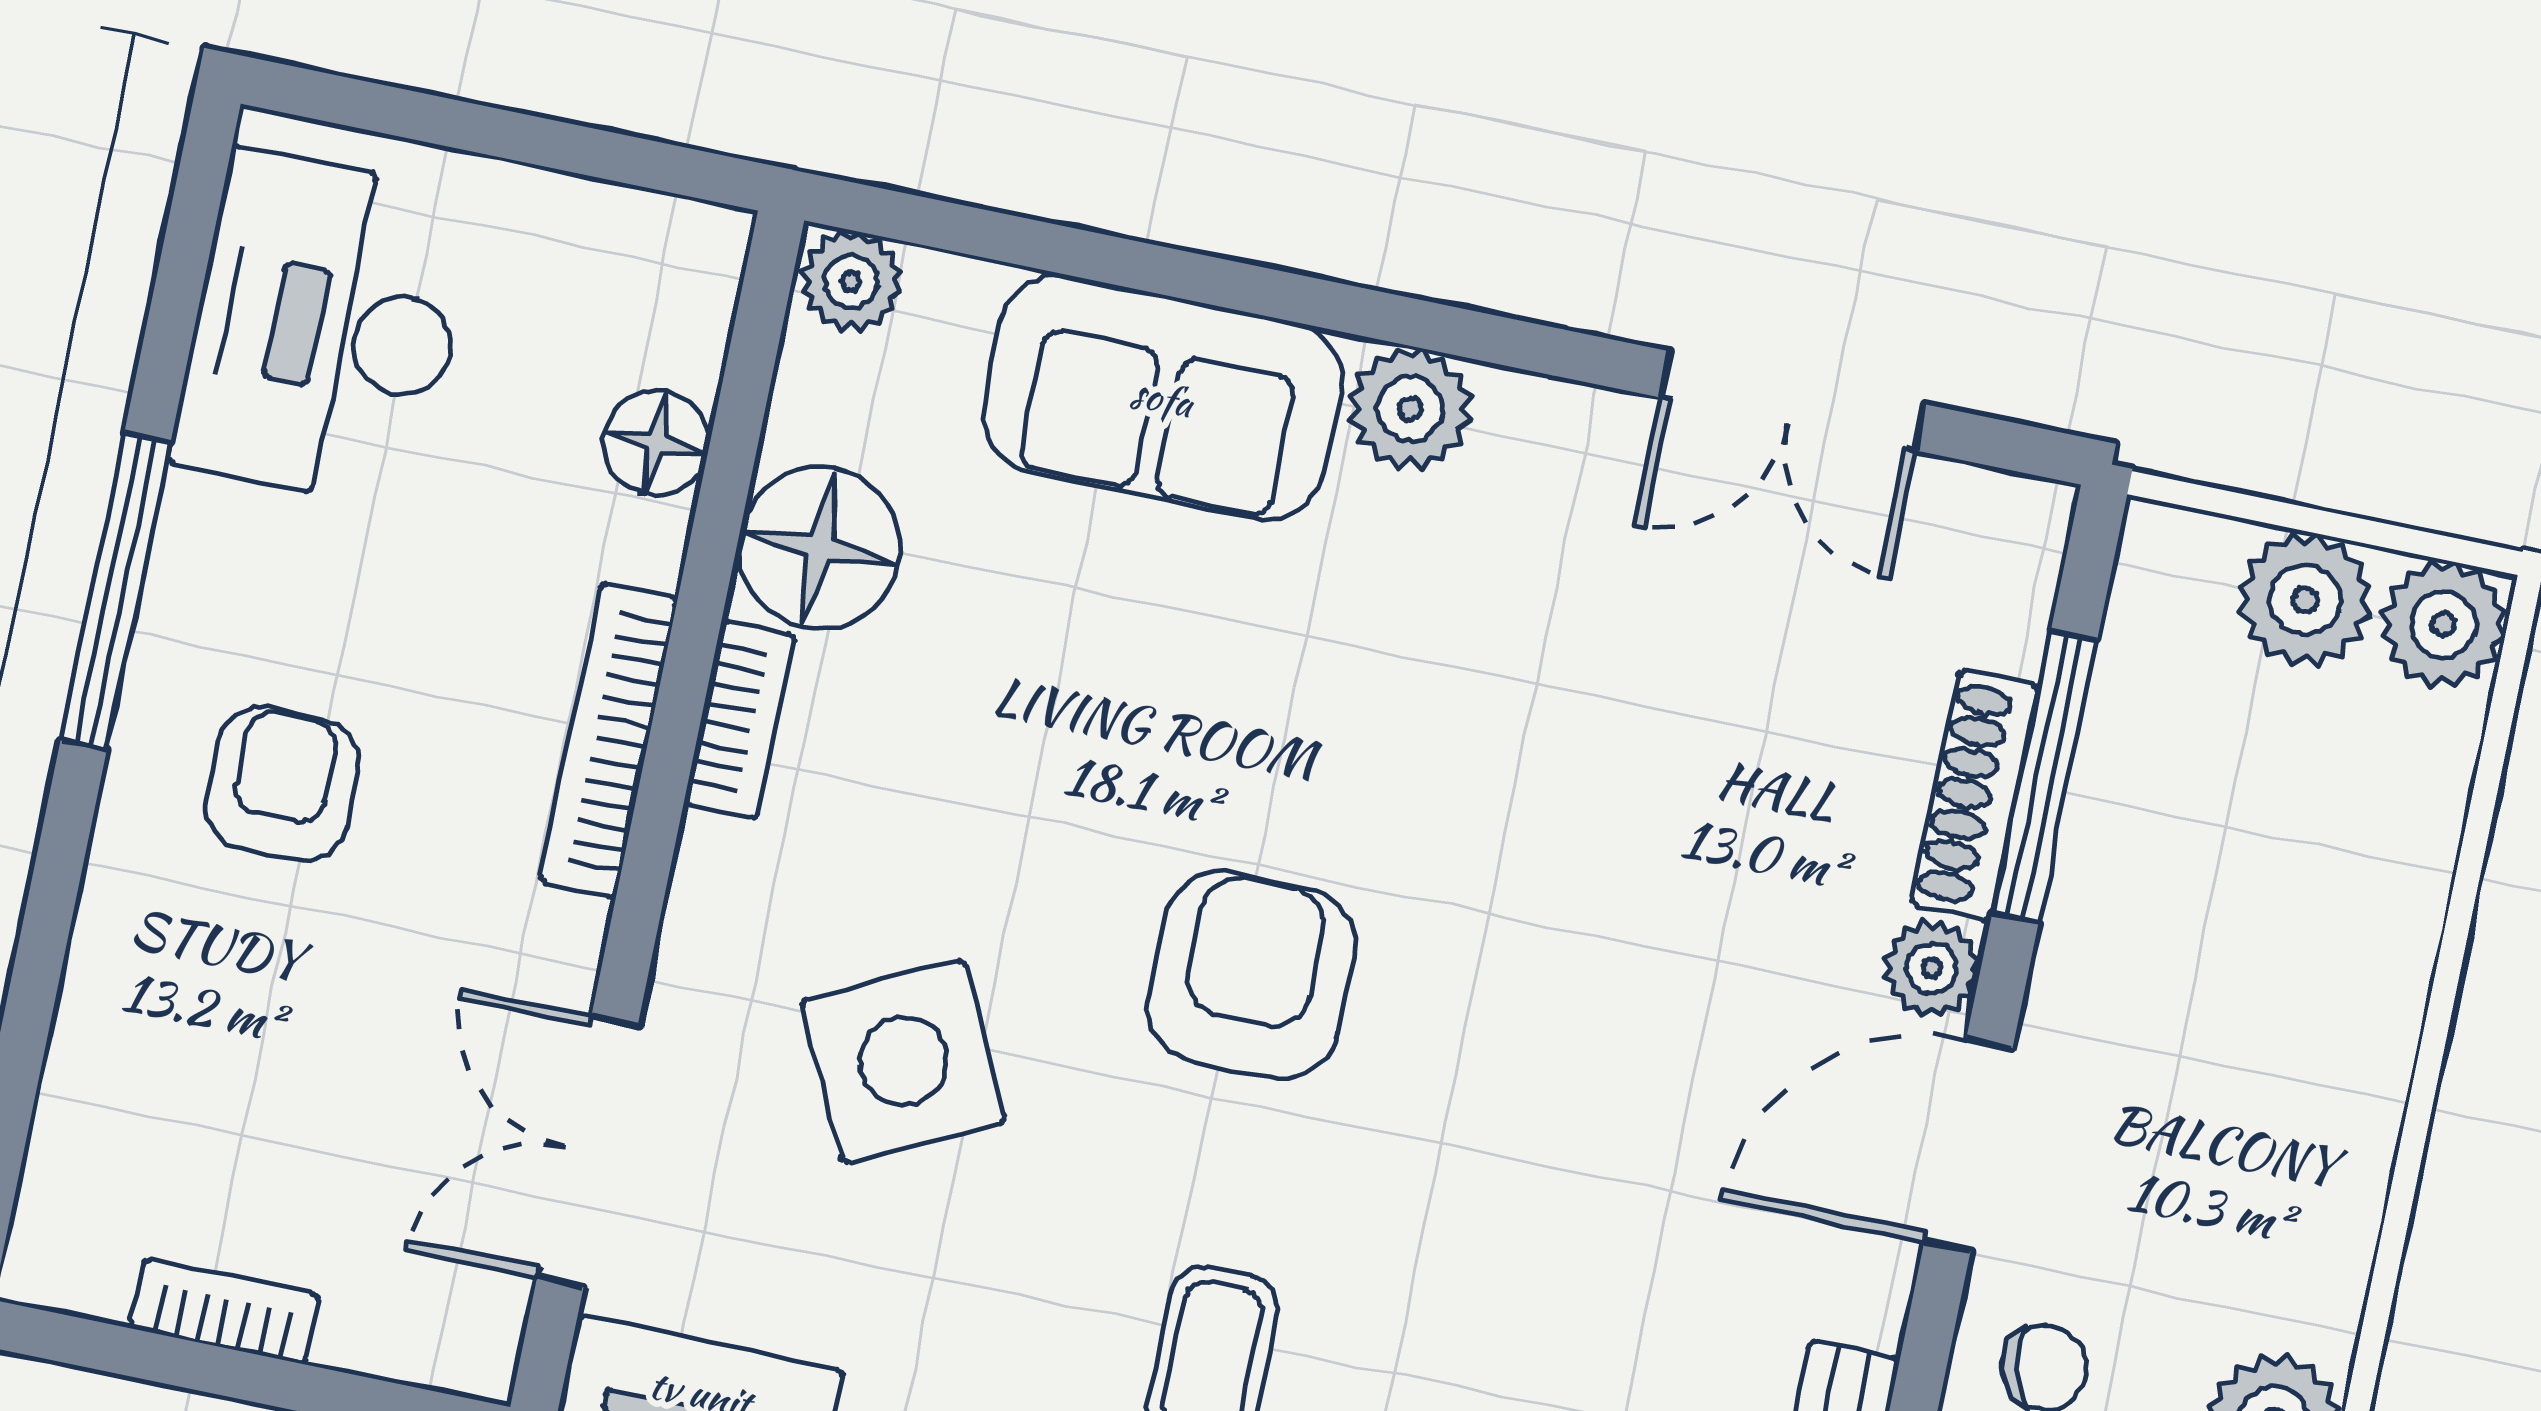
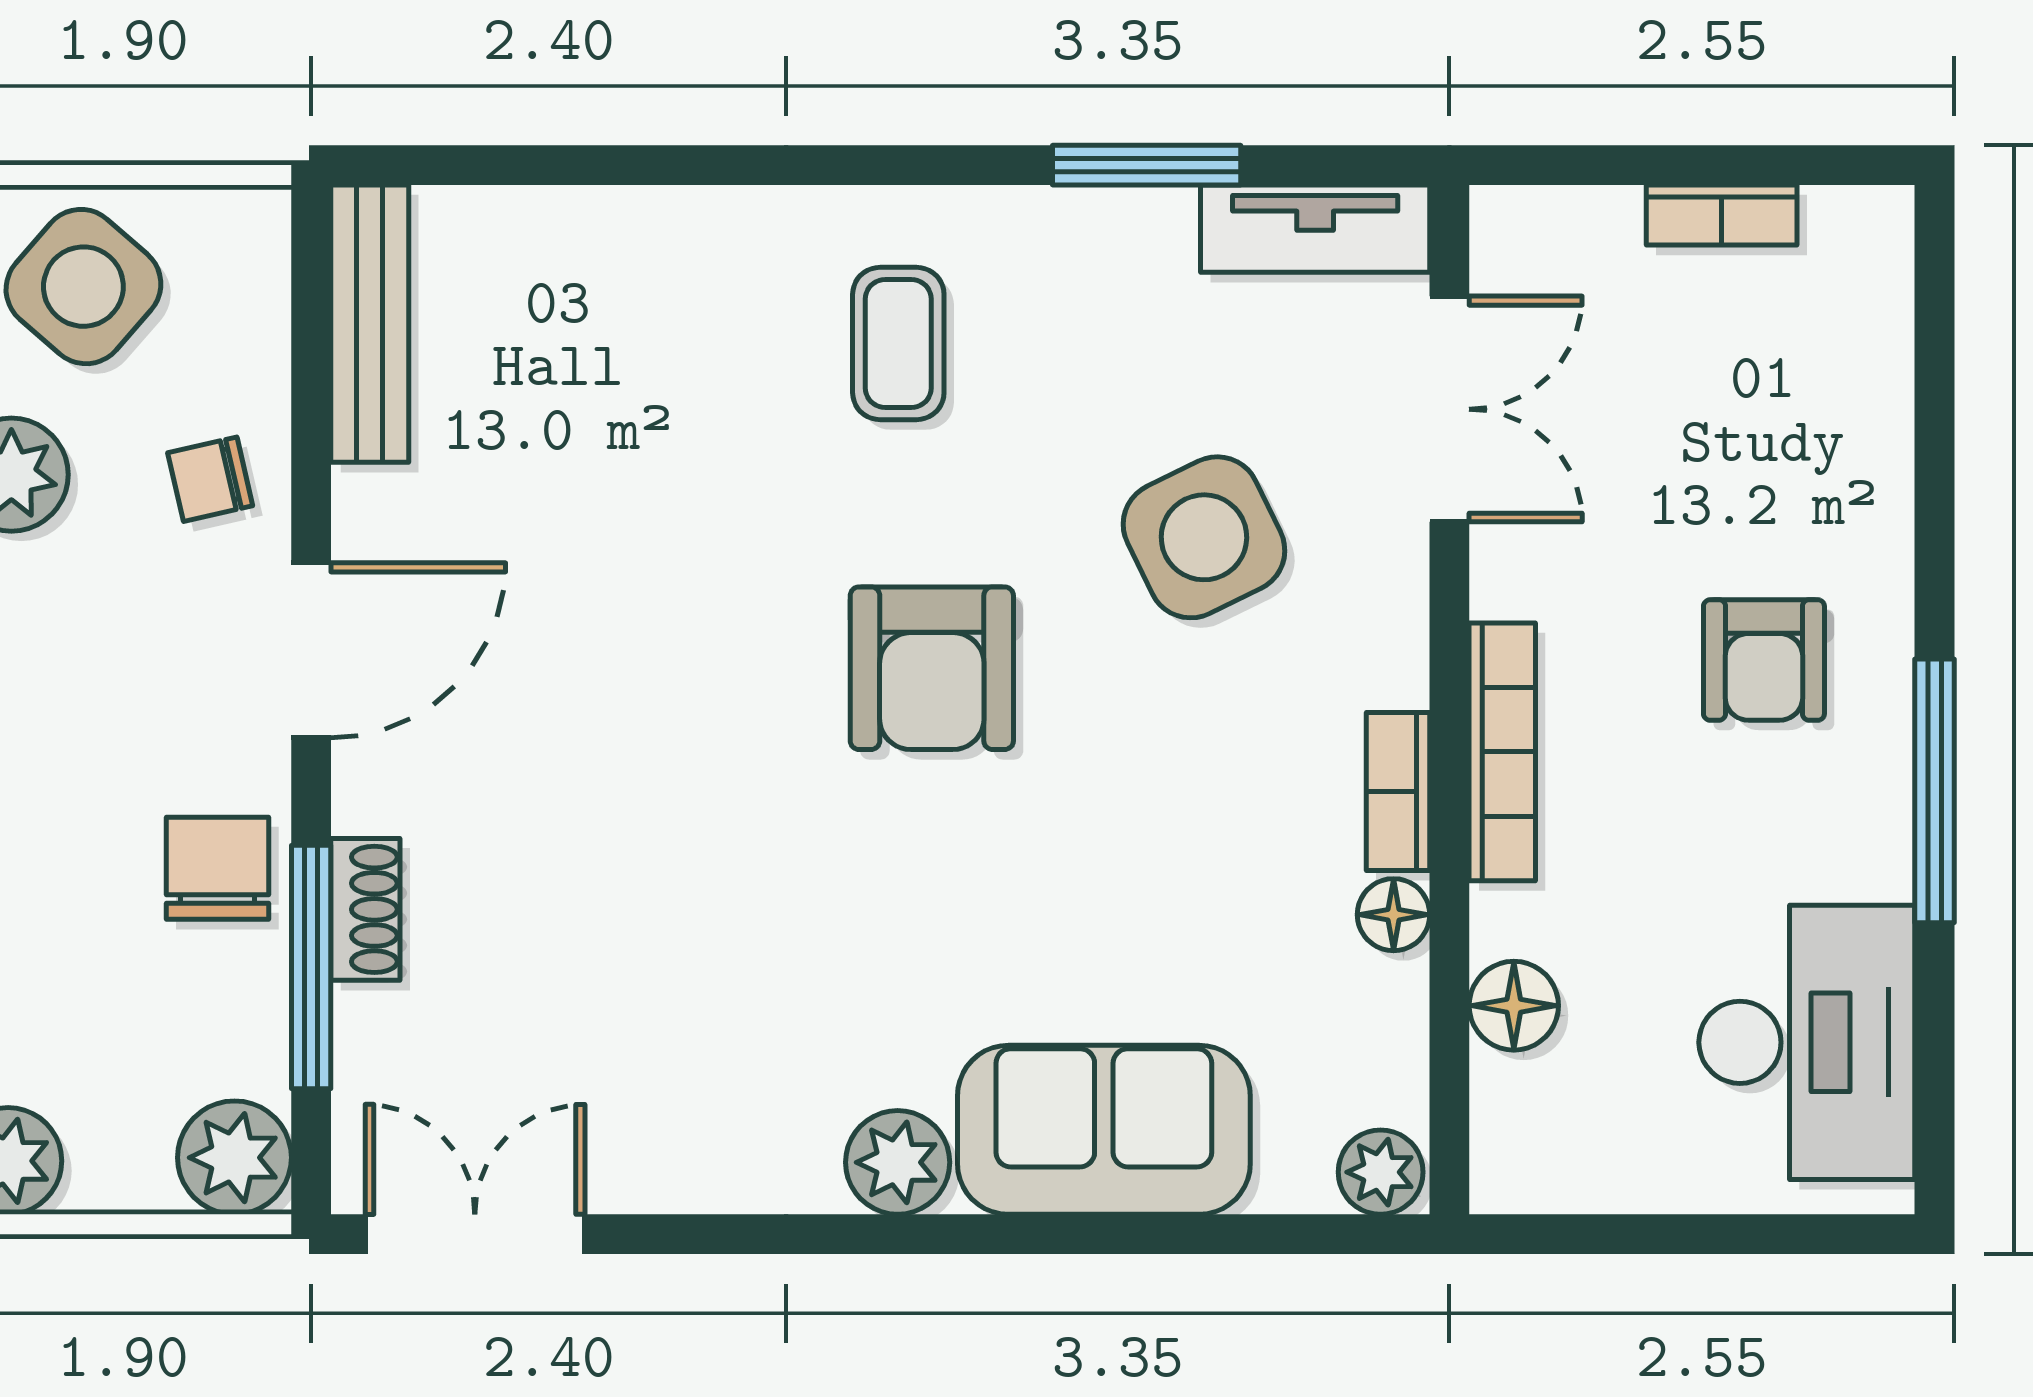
double door: (1793, 401) -> (475, 1234), moved
floor lamp: (819, 548) -> (1394, 915), width x0.53, depth x0.53
plant: (2305, 600) -> (234, 1158), moved
shoe rack: (1975, 795) -> (365, 909), width x0.70
chair: (2130, 914) -> (217, 868), added
plant: (1932, 968) -> (371, 790), removed

